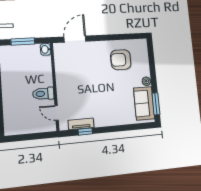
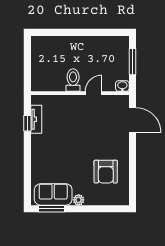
armchair: (121, 60) -> (106, 172), turned 180
door: (57, 113) -> (93, 93), moved

